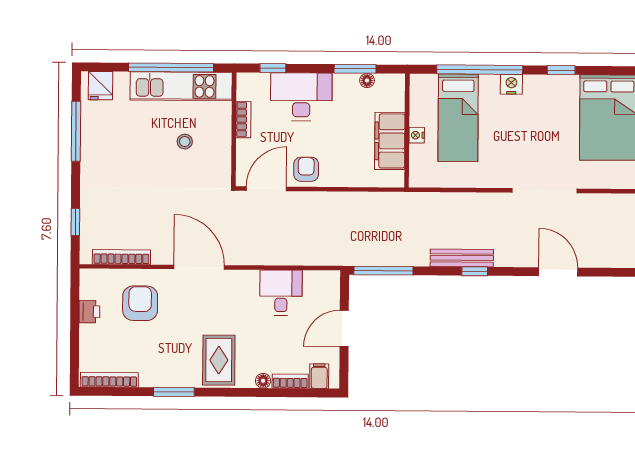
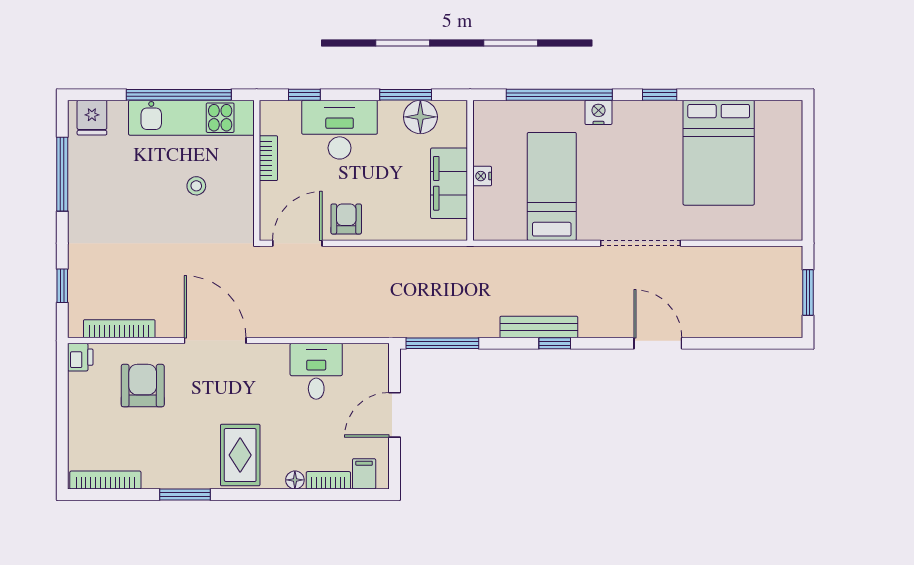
floor lamp: (367, 80) -> (420, 117), width x1.89, depth x1.89
bed: (458, 118) -> (552, 186), moved, turned 180
printer: (89, 312) -> (80, 357), moved

